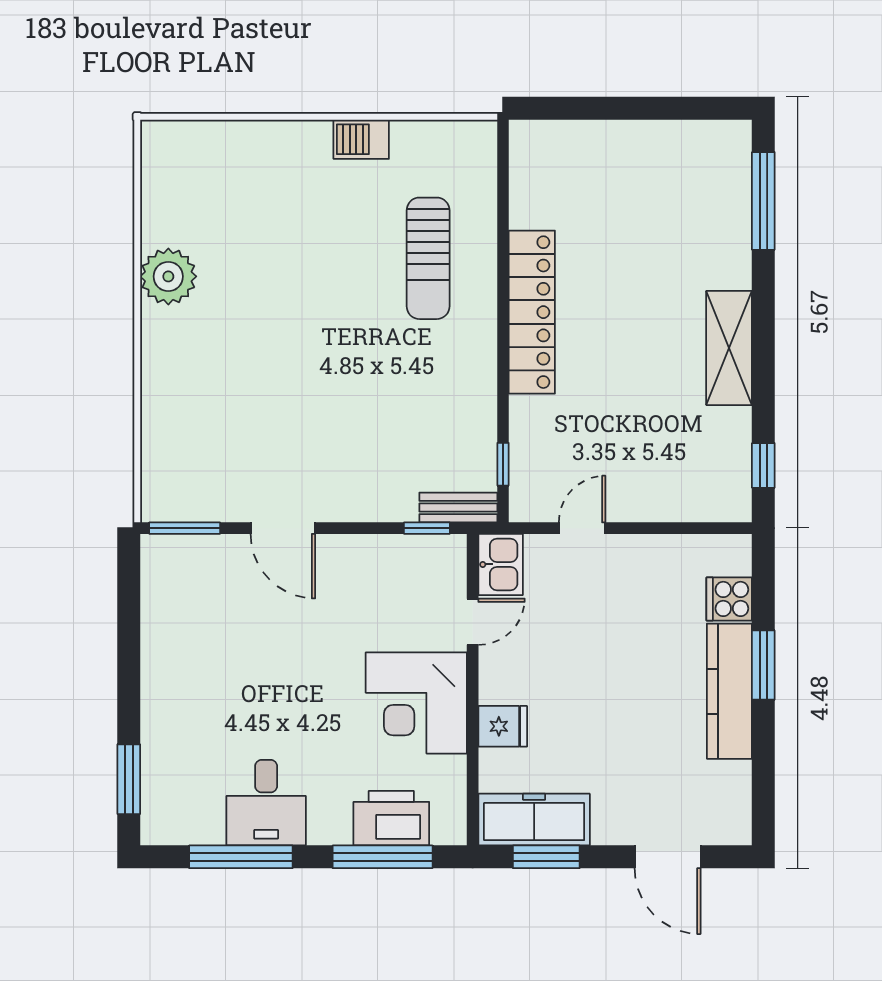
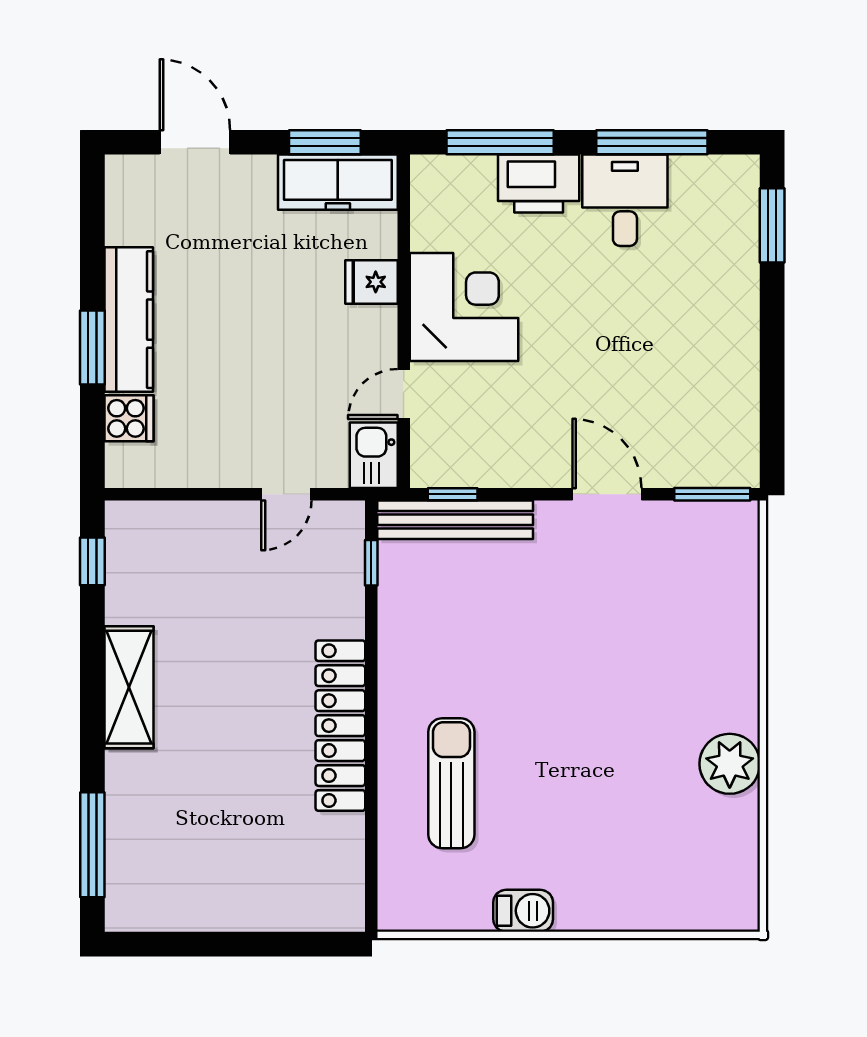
bench: (458, 507) -> (455, 520), width x1.86, depth x1.21
printer: (391, 818) -> (539, 184), moved

